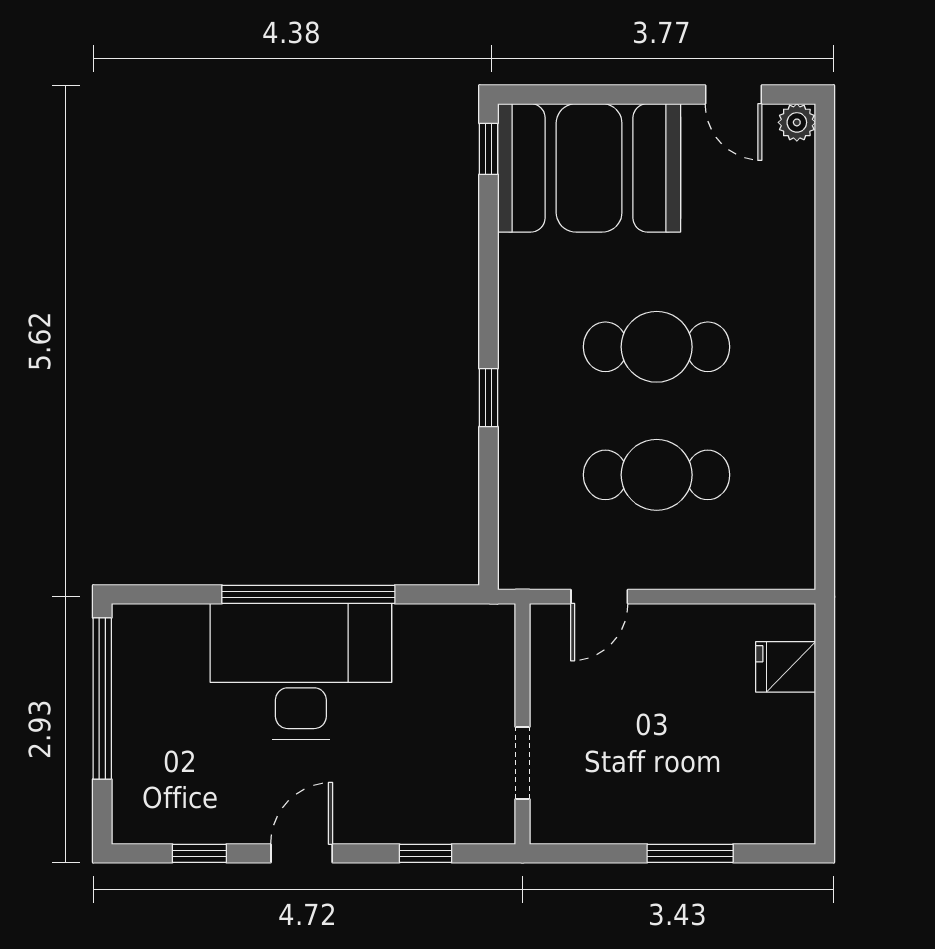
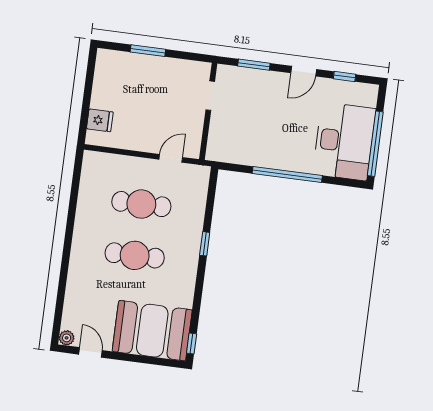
desk: (301, 671) -> (344, 141), moved, turned -90
window: (426, 853) -> (254, 65), width x1.50

